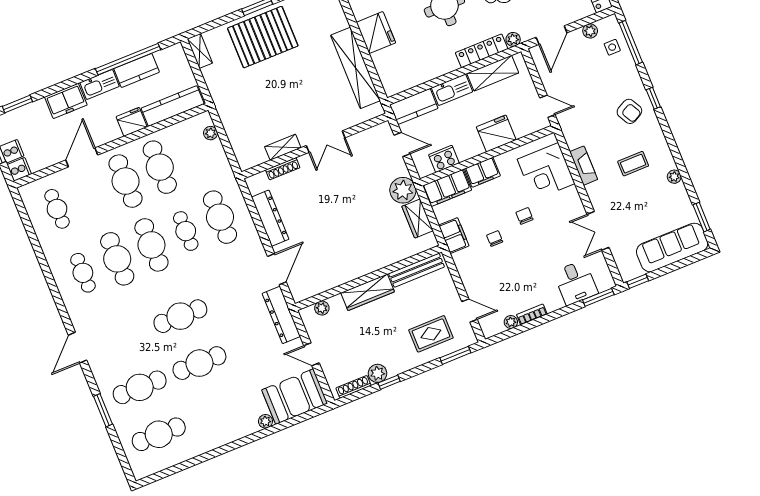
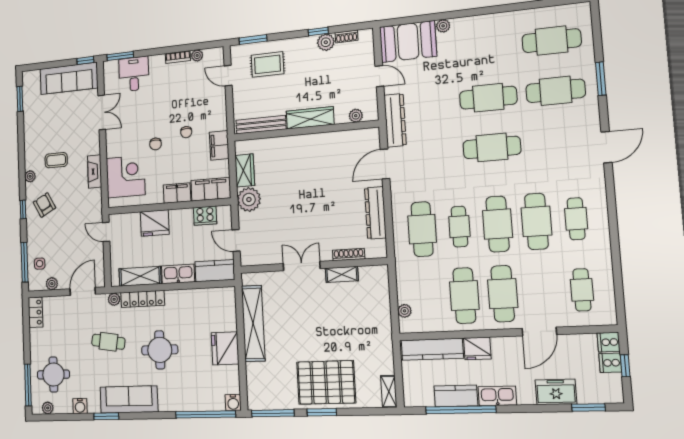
freezer: (66, 101) -> (556, 392), moved
plant: (674, 177) -> (30, 176), moved
sofa: (672, 247) -> (69, 78), moved
shoe rack: (353, 387) -> (347, 36), width x0.70

